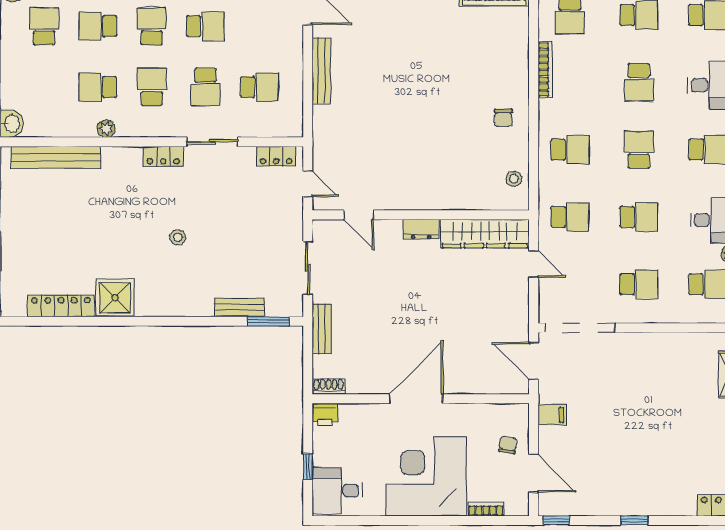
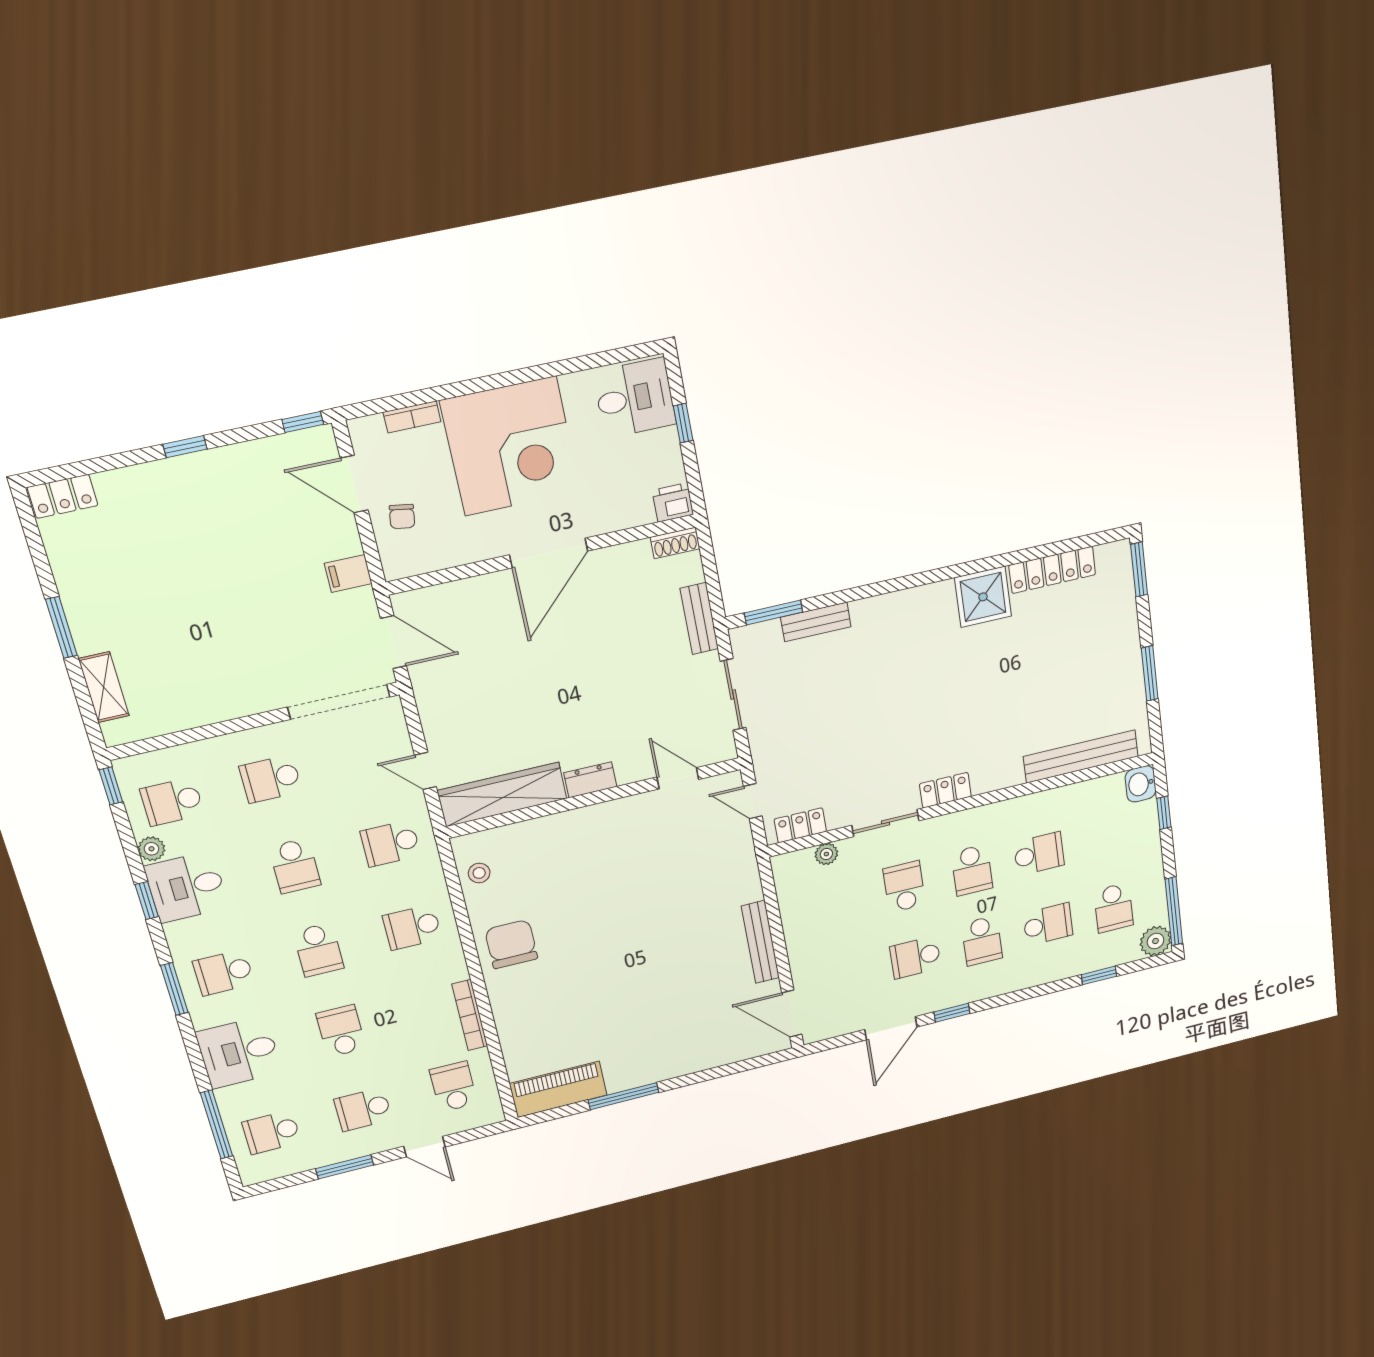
school desk: (259, 87) -> (836, 903), removed
chair: (503, 118) -> (511, 944), width x1.87, depth x1.87
plant: (106, 129) -> (826, 854), moved
school desk: (639, 217) -> (295, 866), turned -90
stool: (178, 237) -> (912, 694), removed

